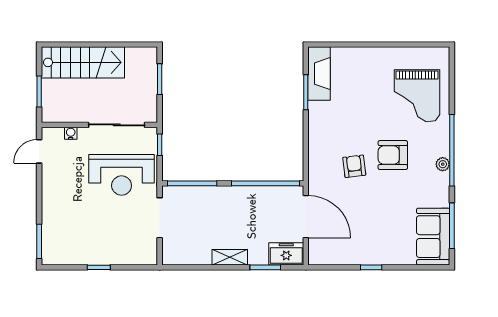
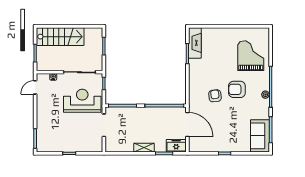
grand piano: (417, 96) -> (251, 56), turned 180
reception desk: (122, 175) -> (82, 101), turned 180

